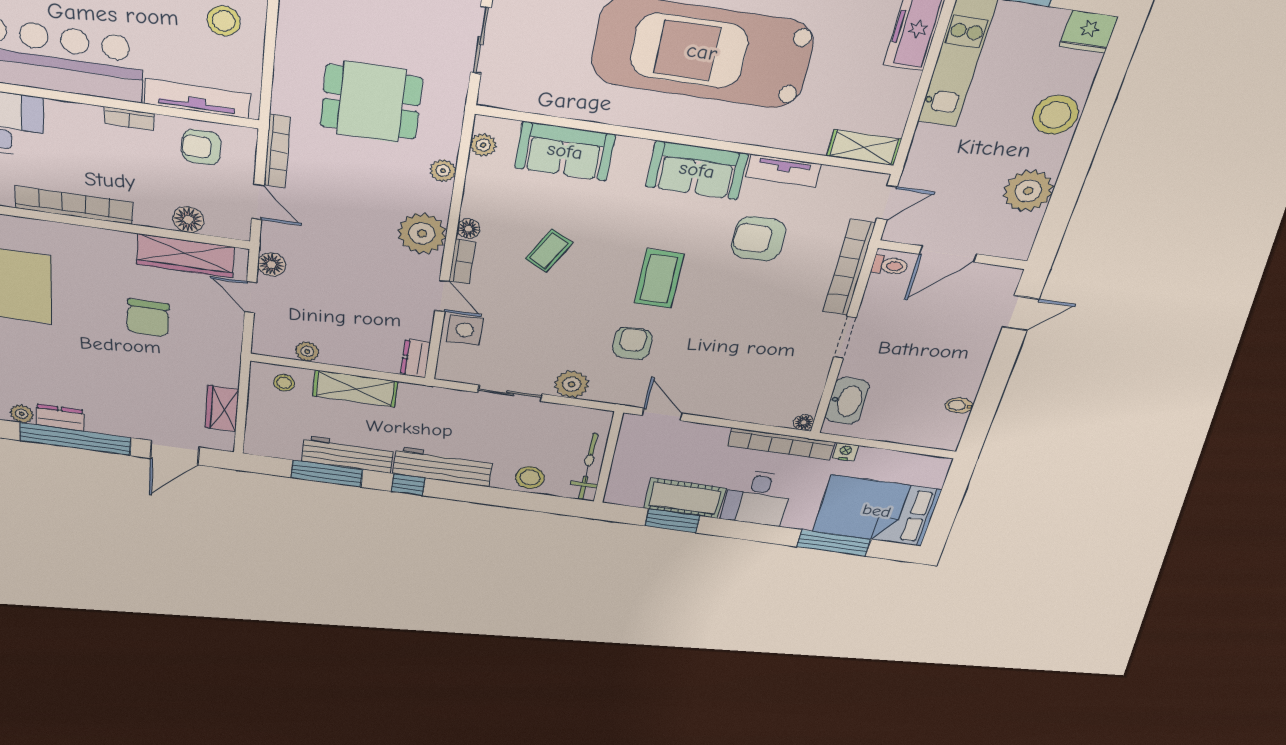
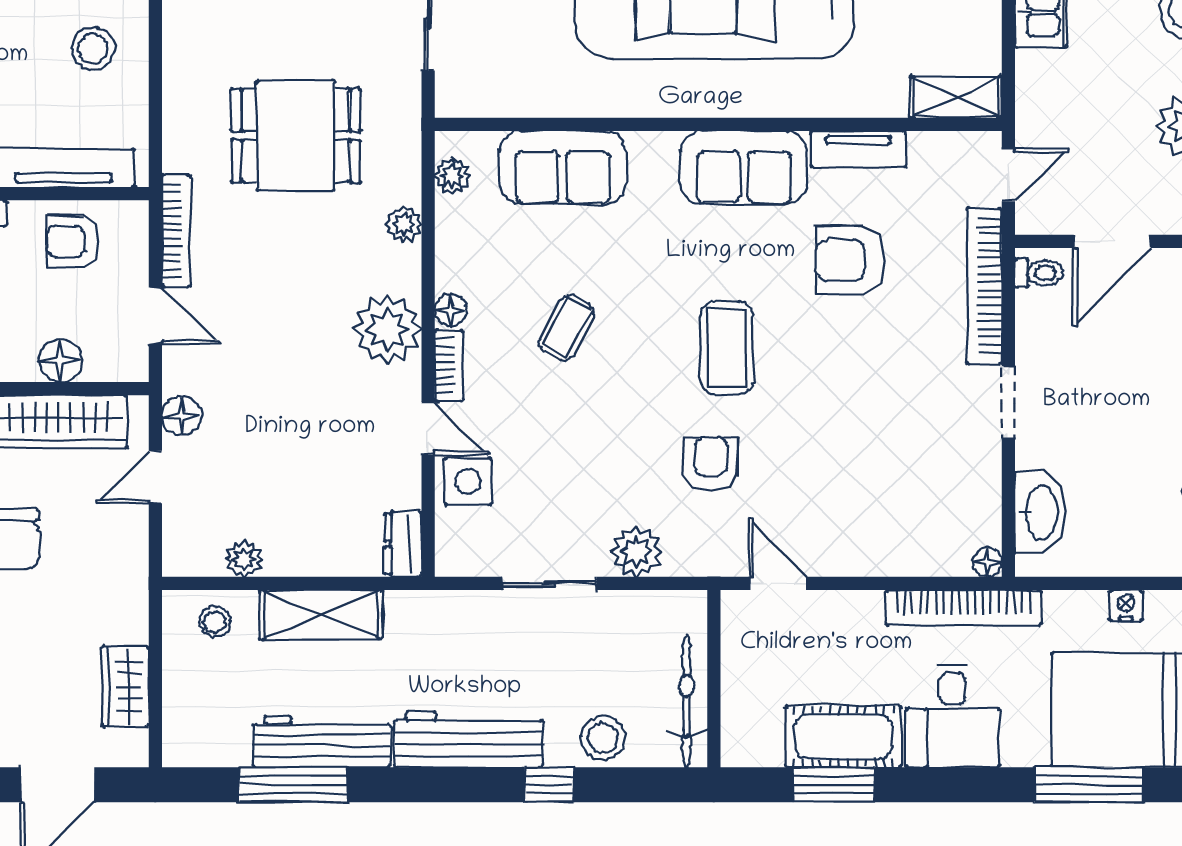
door: (250, 297) -> (155, 477), hinge flipped
nightstand: (845, 452) -> (1126, 605), moved
window: (408, 485) -> (549, 785), moved

